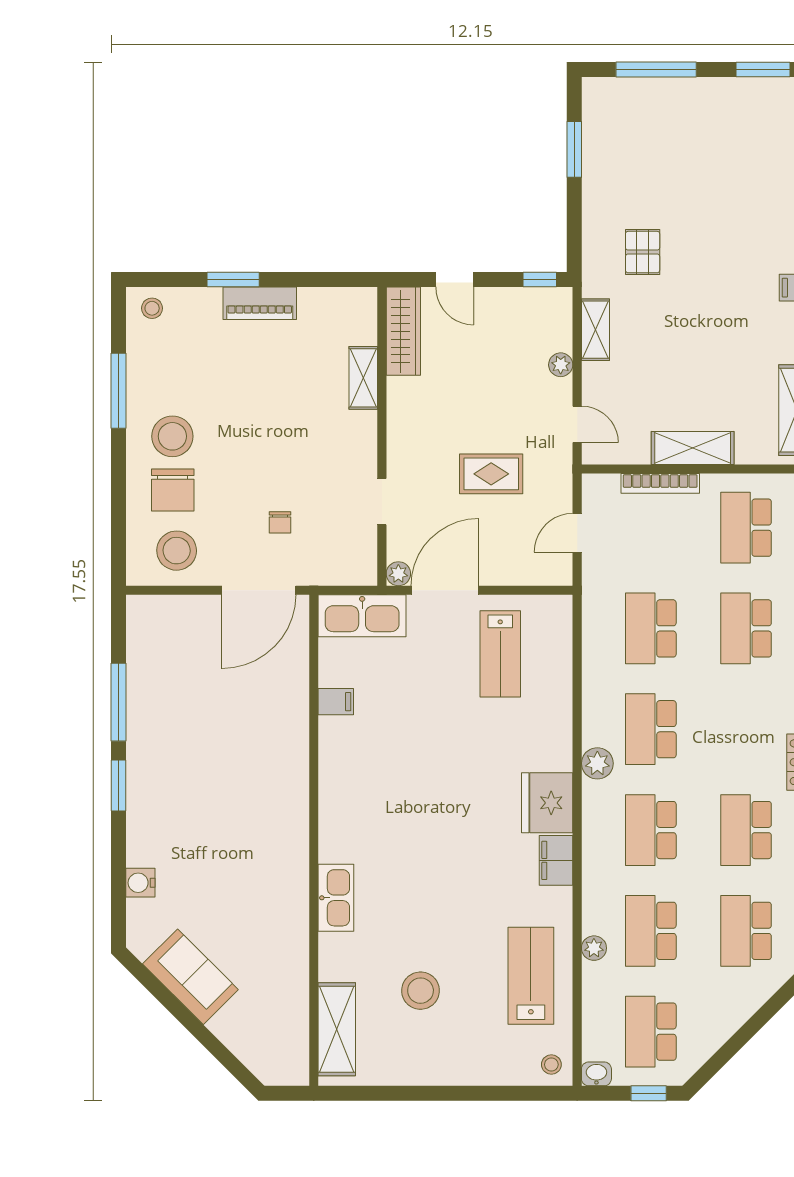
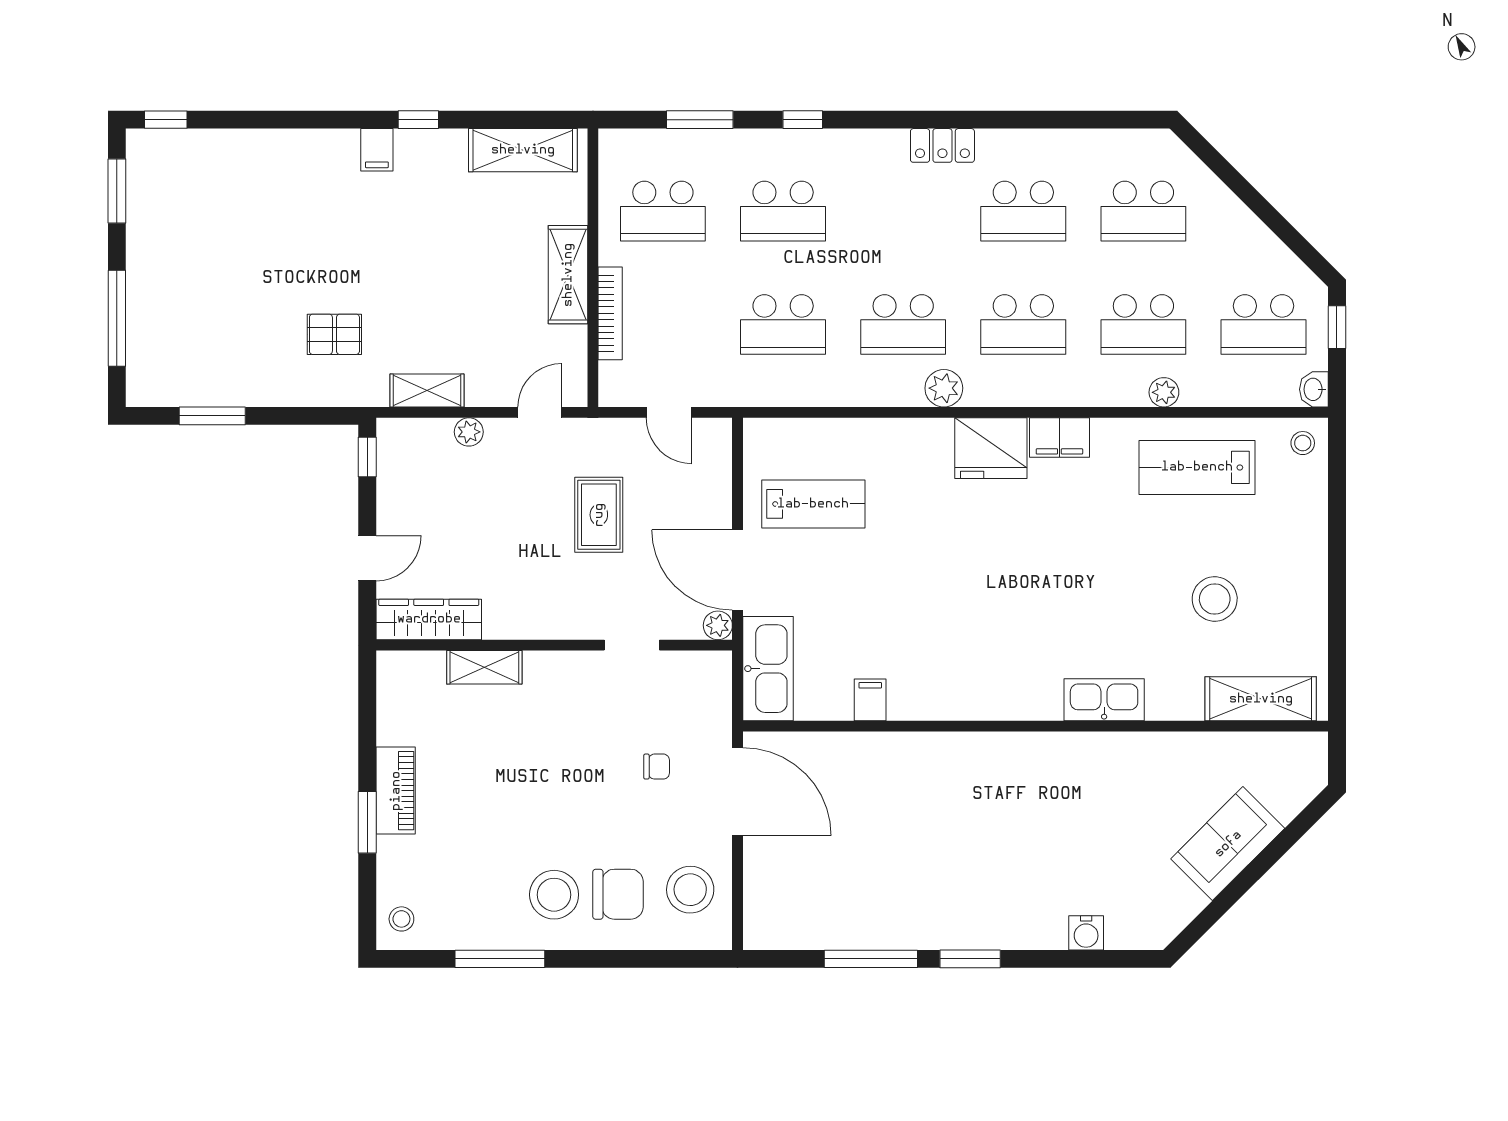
sofa: (190, 977) -> (1228, 844), moved

